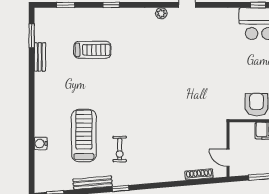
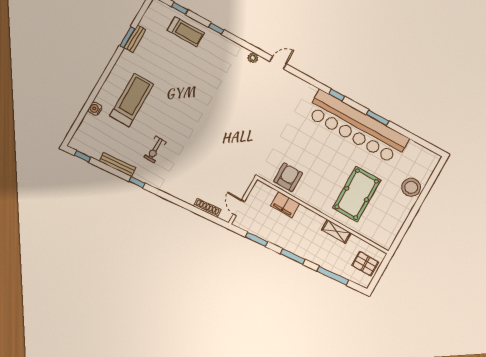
window: (32, 36) -> (127, 37), moved
treadmill: (92, 50) -> (186, 32), moved
treadmill: (84, 135) -> (132, 100), moved

